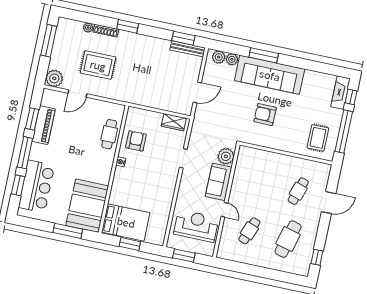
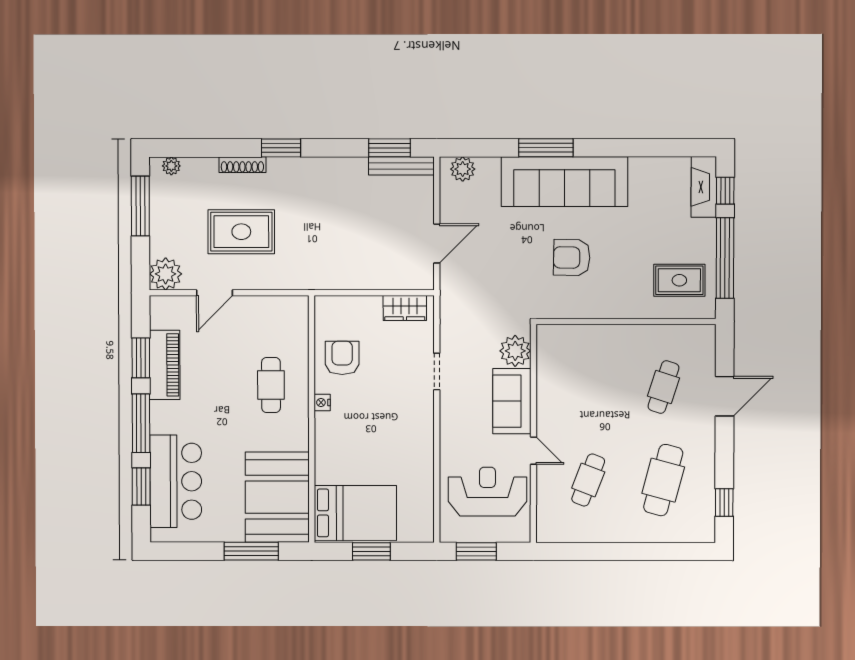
plant: (88, 28) -> (171, 166), moved
plant: (232, 59) -> (488, 168), removed
cafe table: (109, 134) -> (271, 385), moved
rug: (318, 138) -> (679, 280), turned 90

